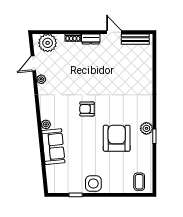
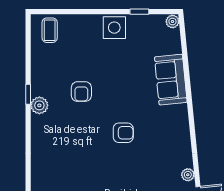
plant: (46, 124) -> (172, 22), moved
armchair: (117, 138) -> (81, 92), width x0.53, depth x0.53

